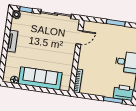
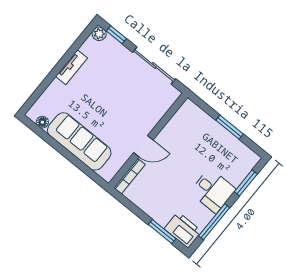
door: (79, 37) -> (143, 146), moved

